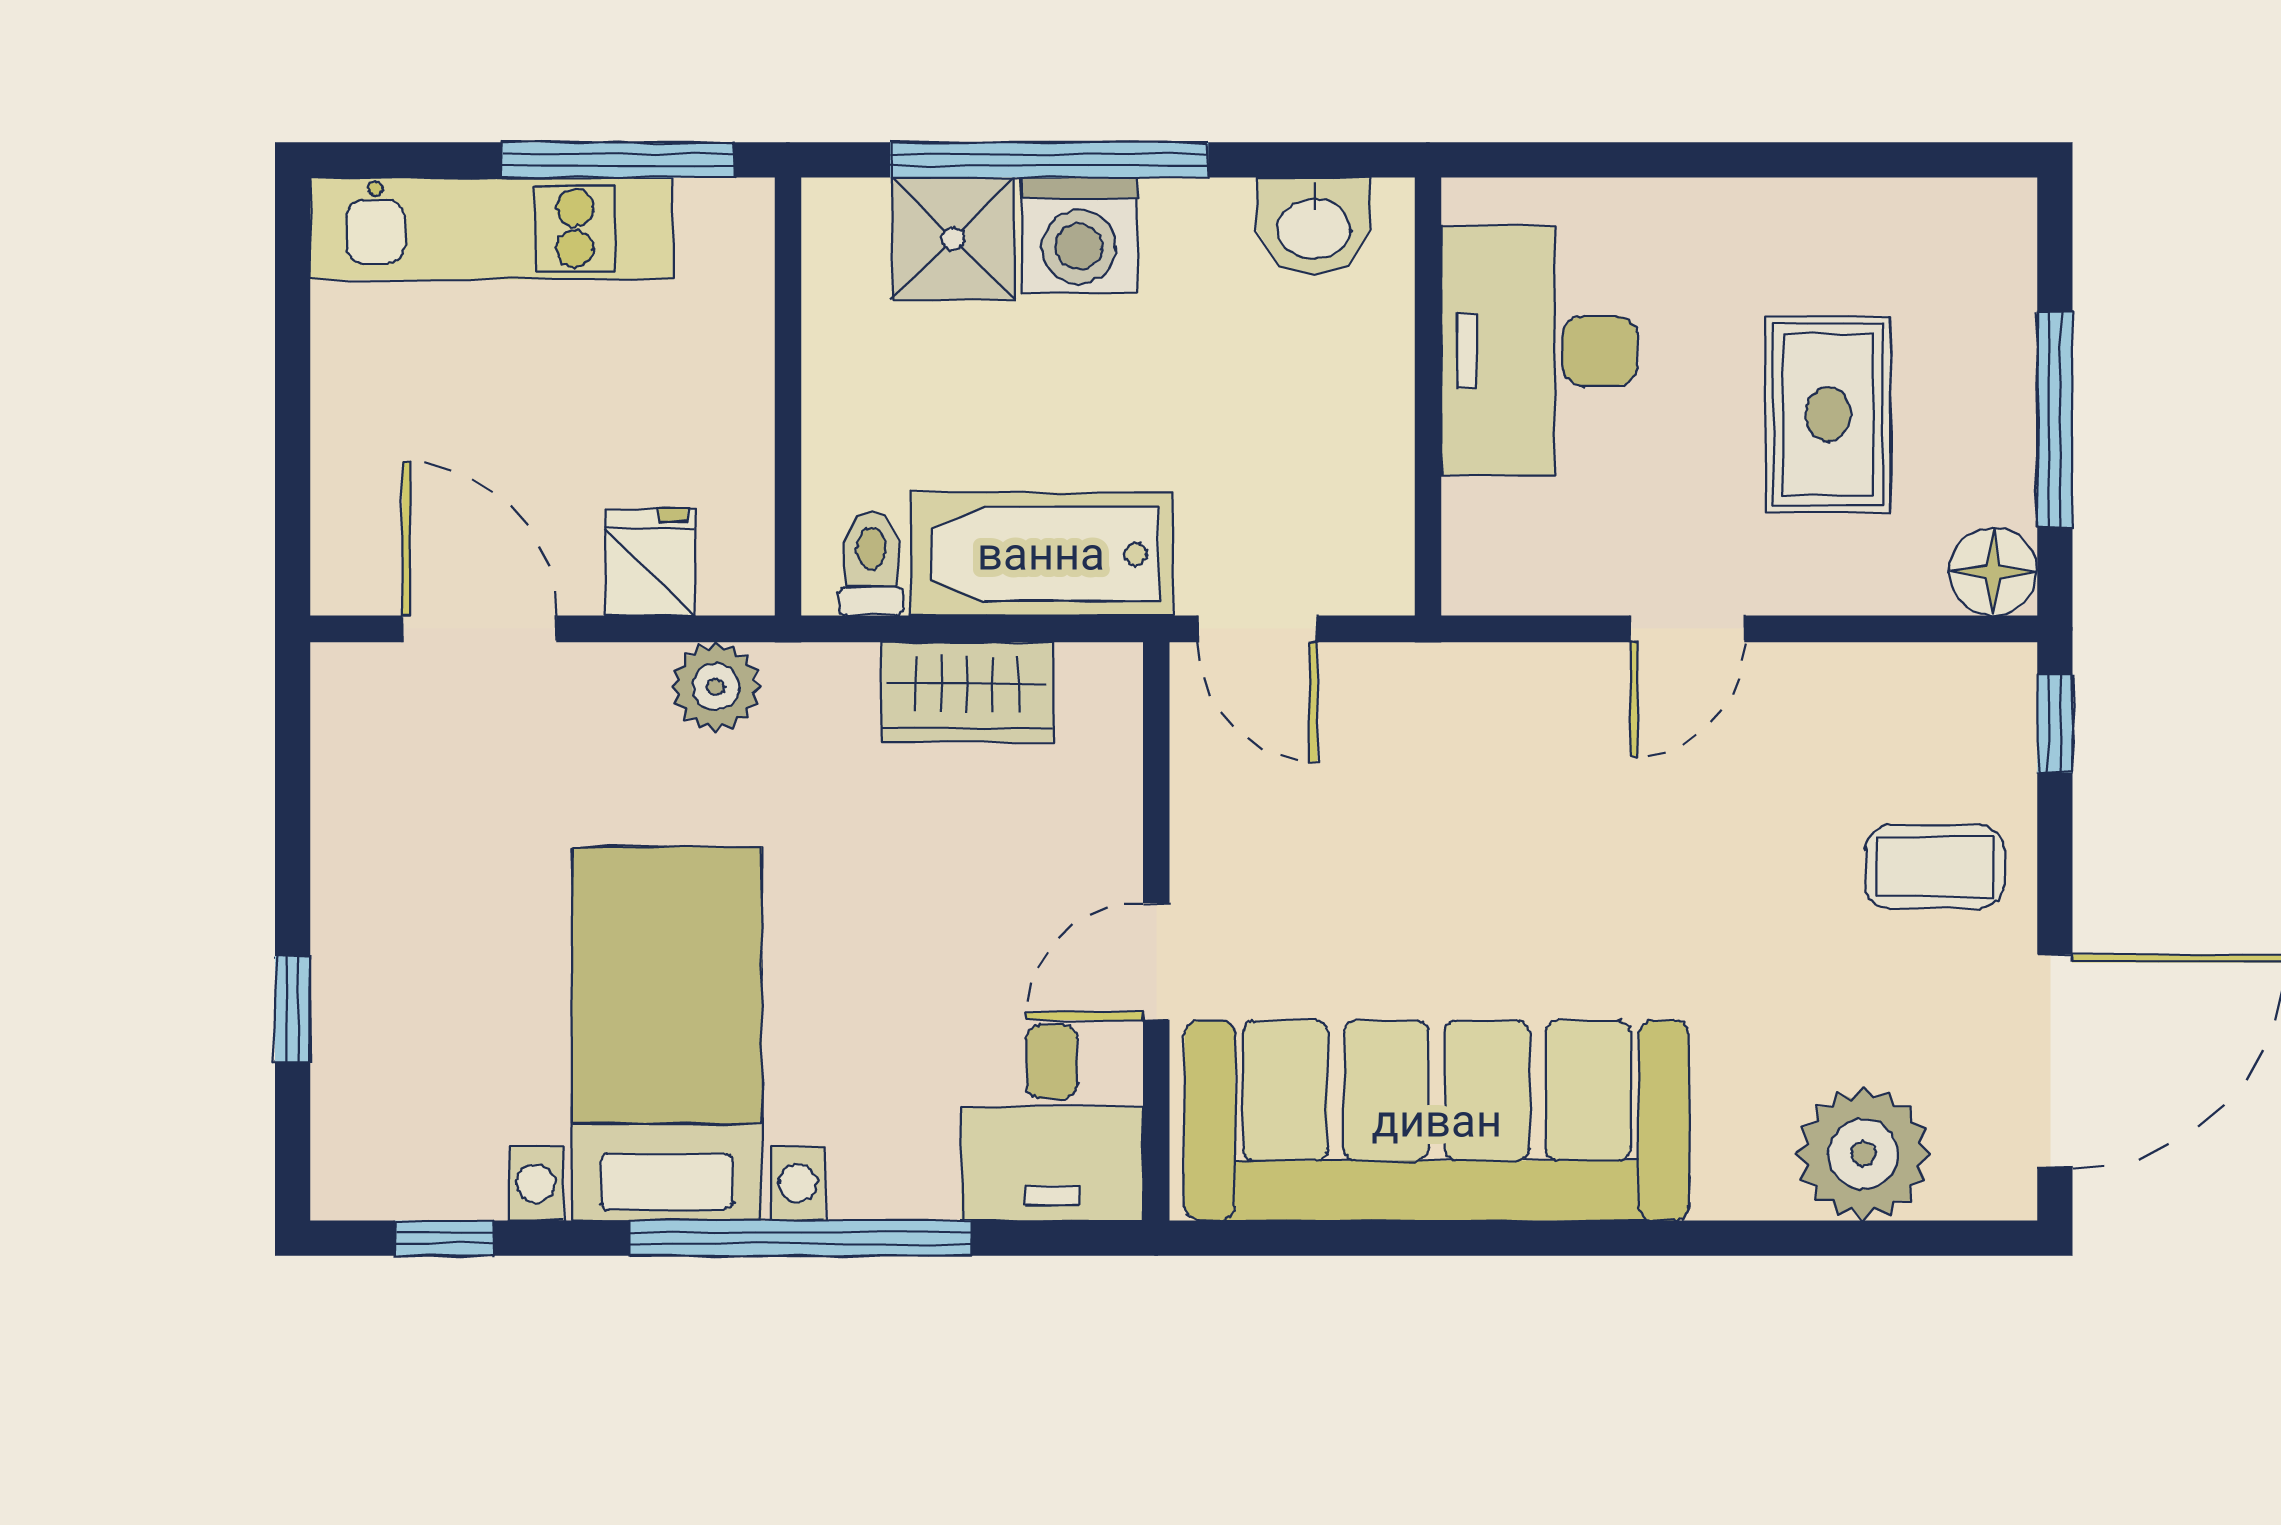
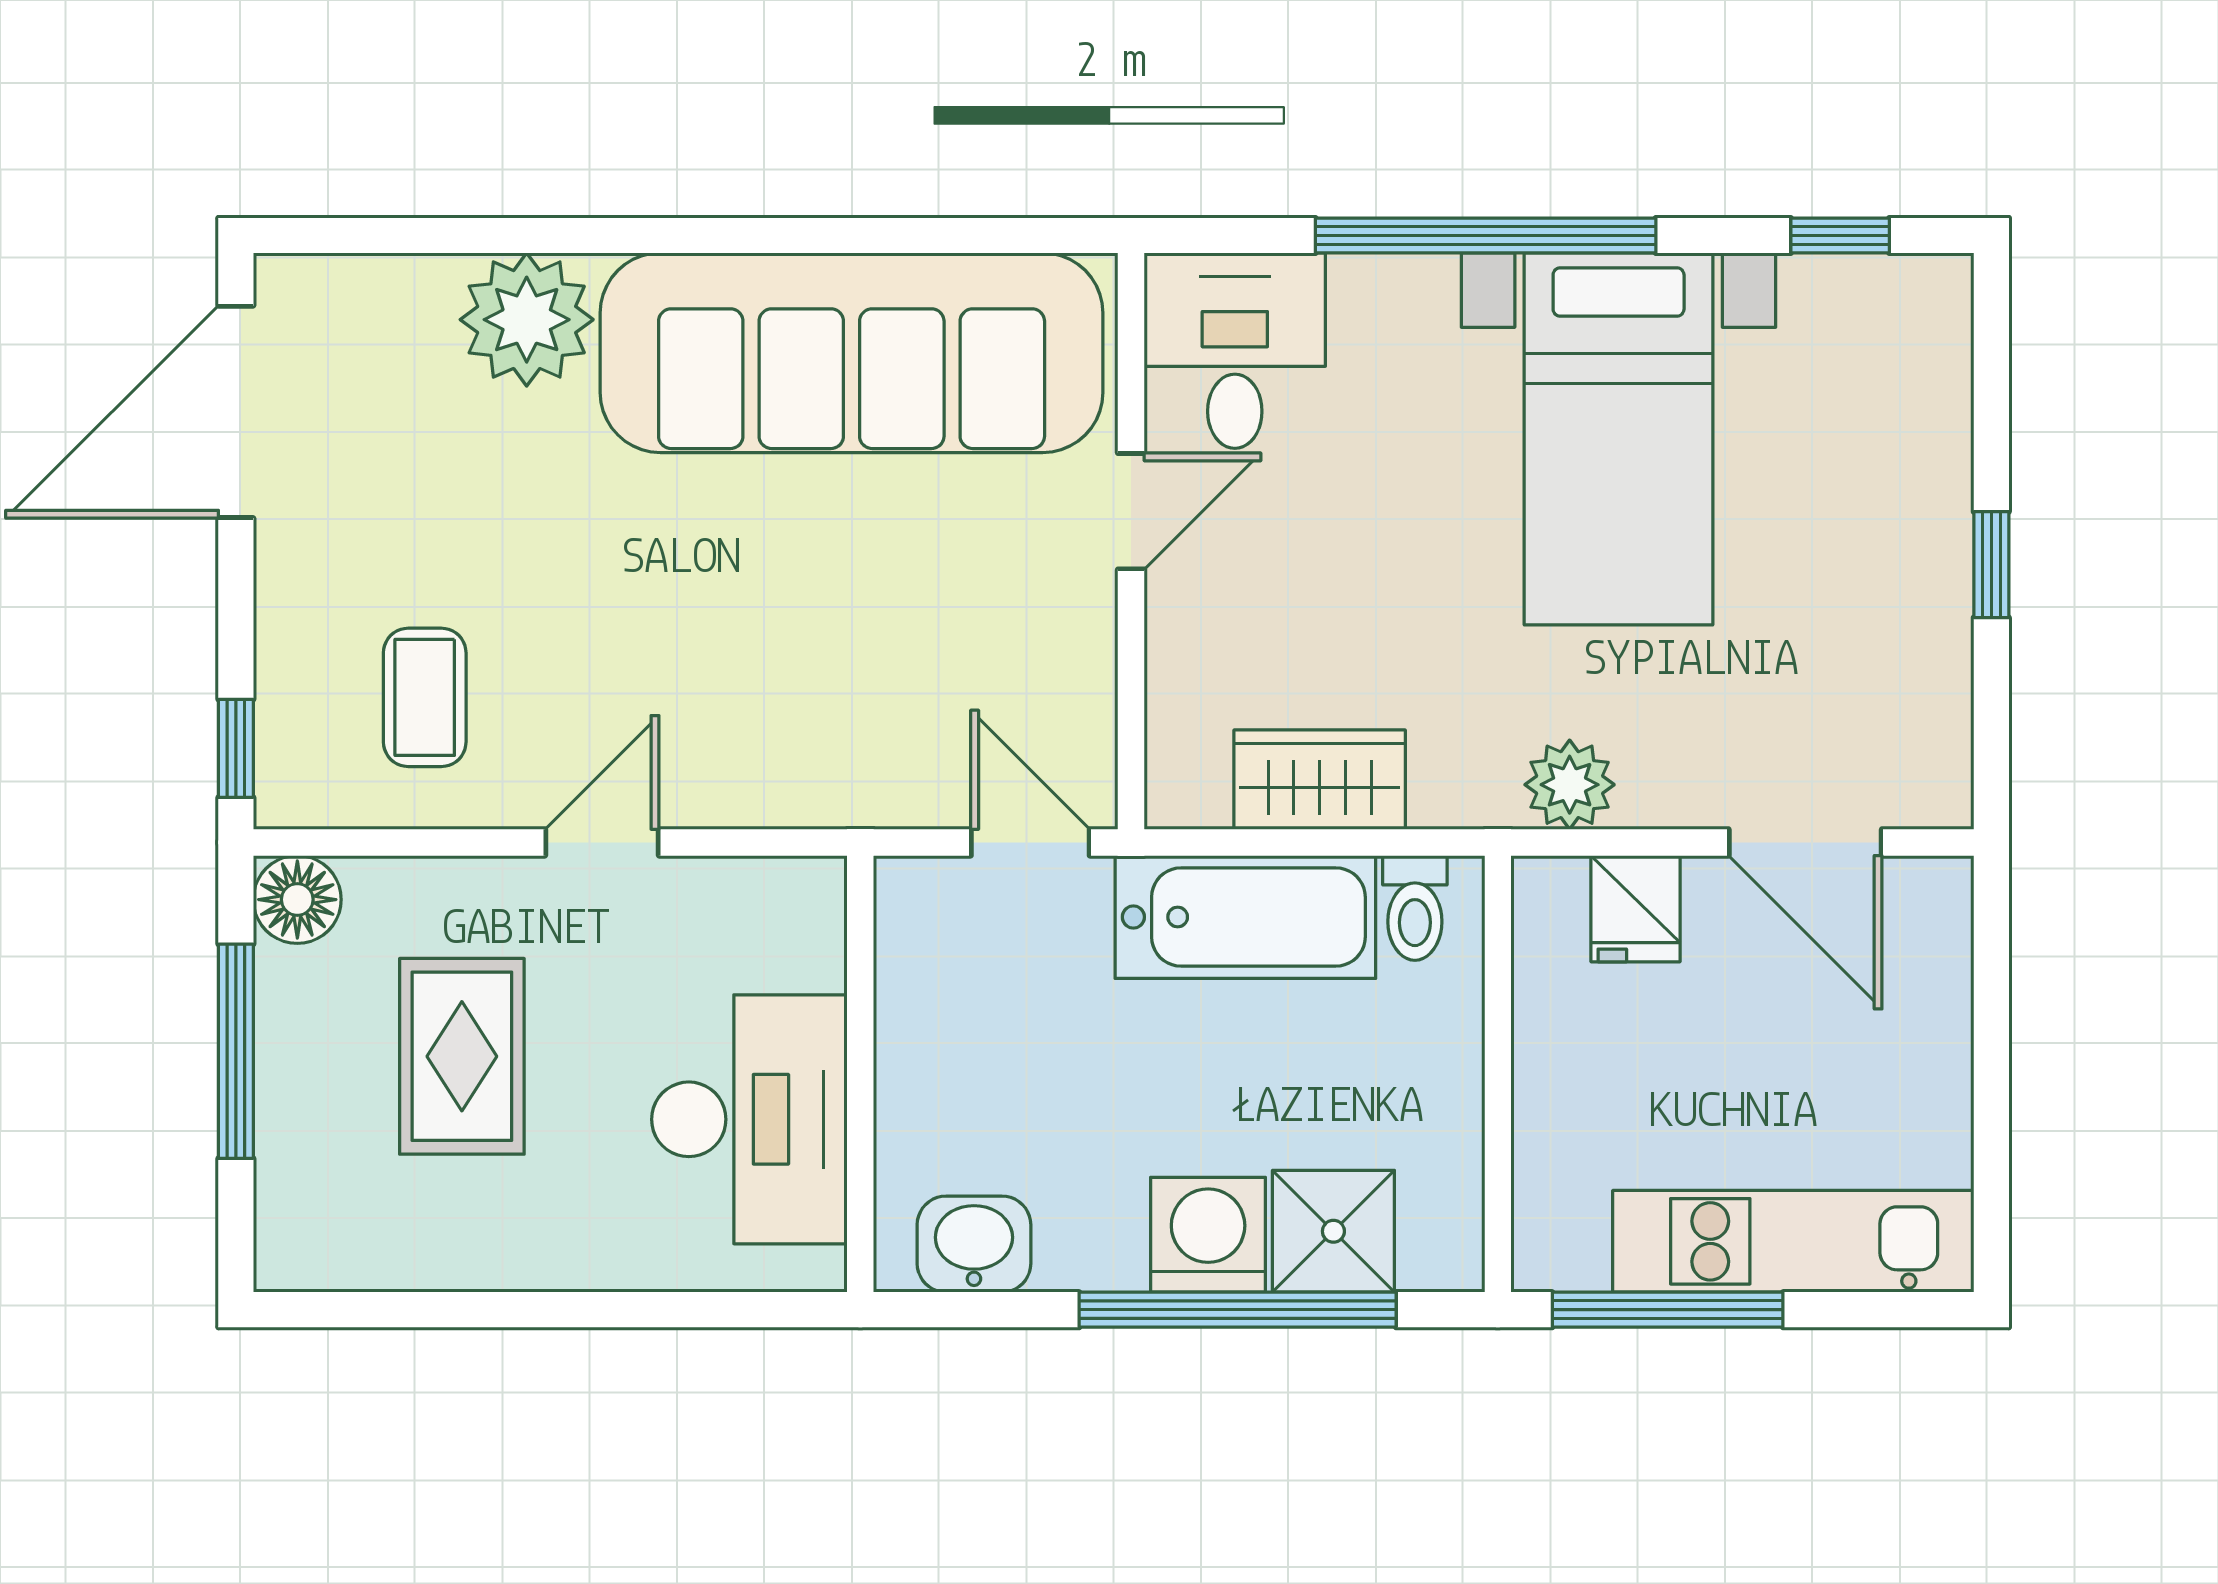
coffee table: (1934, 867) -> (425, 697), moved, turned 90
window: (293, 1009) -> (1991, 565), moved
plant: (1863, 1154) -> (527, 320), moved

